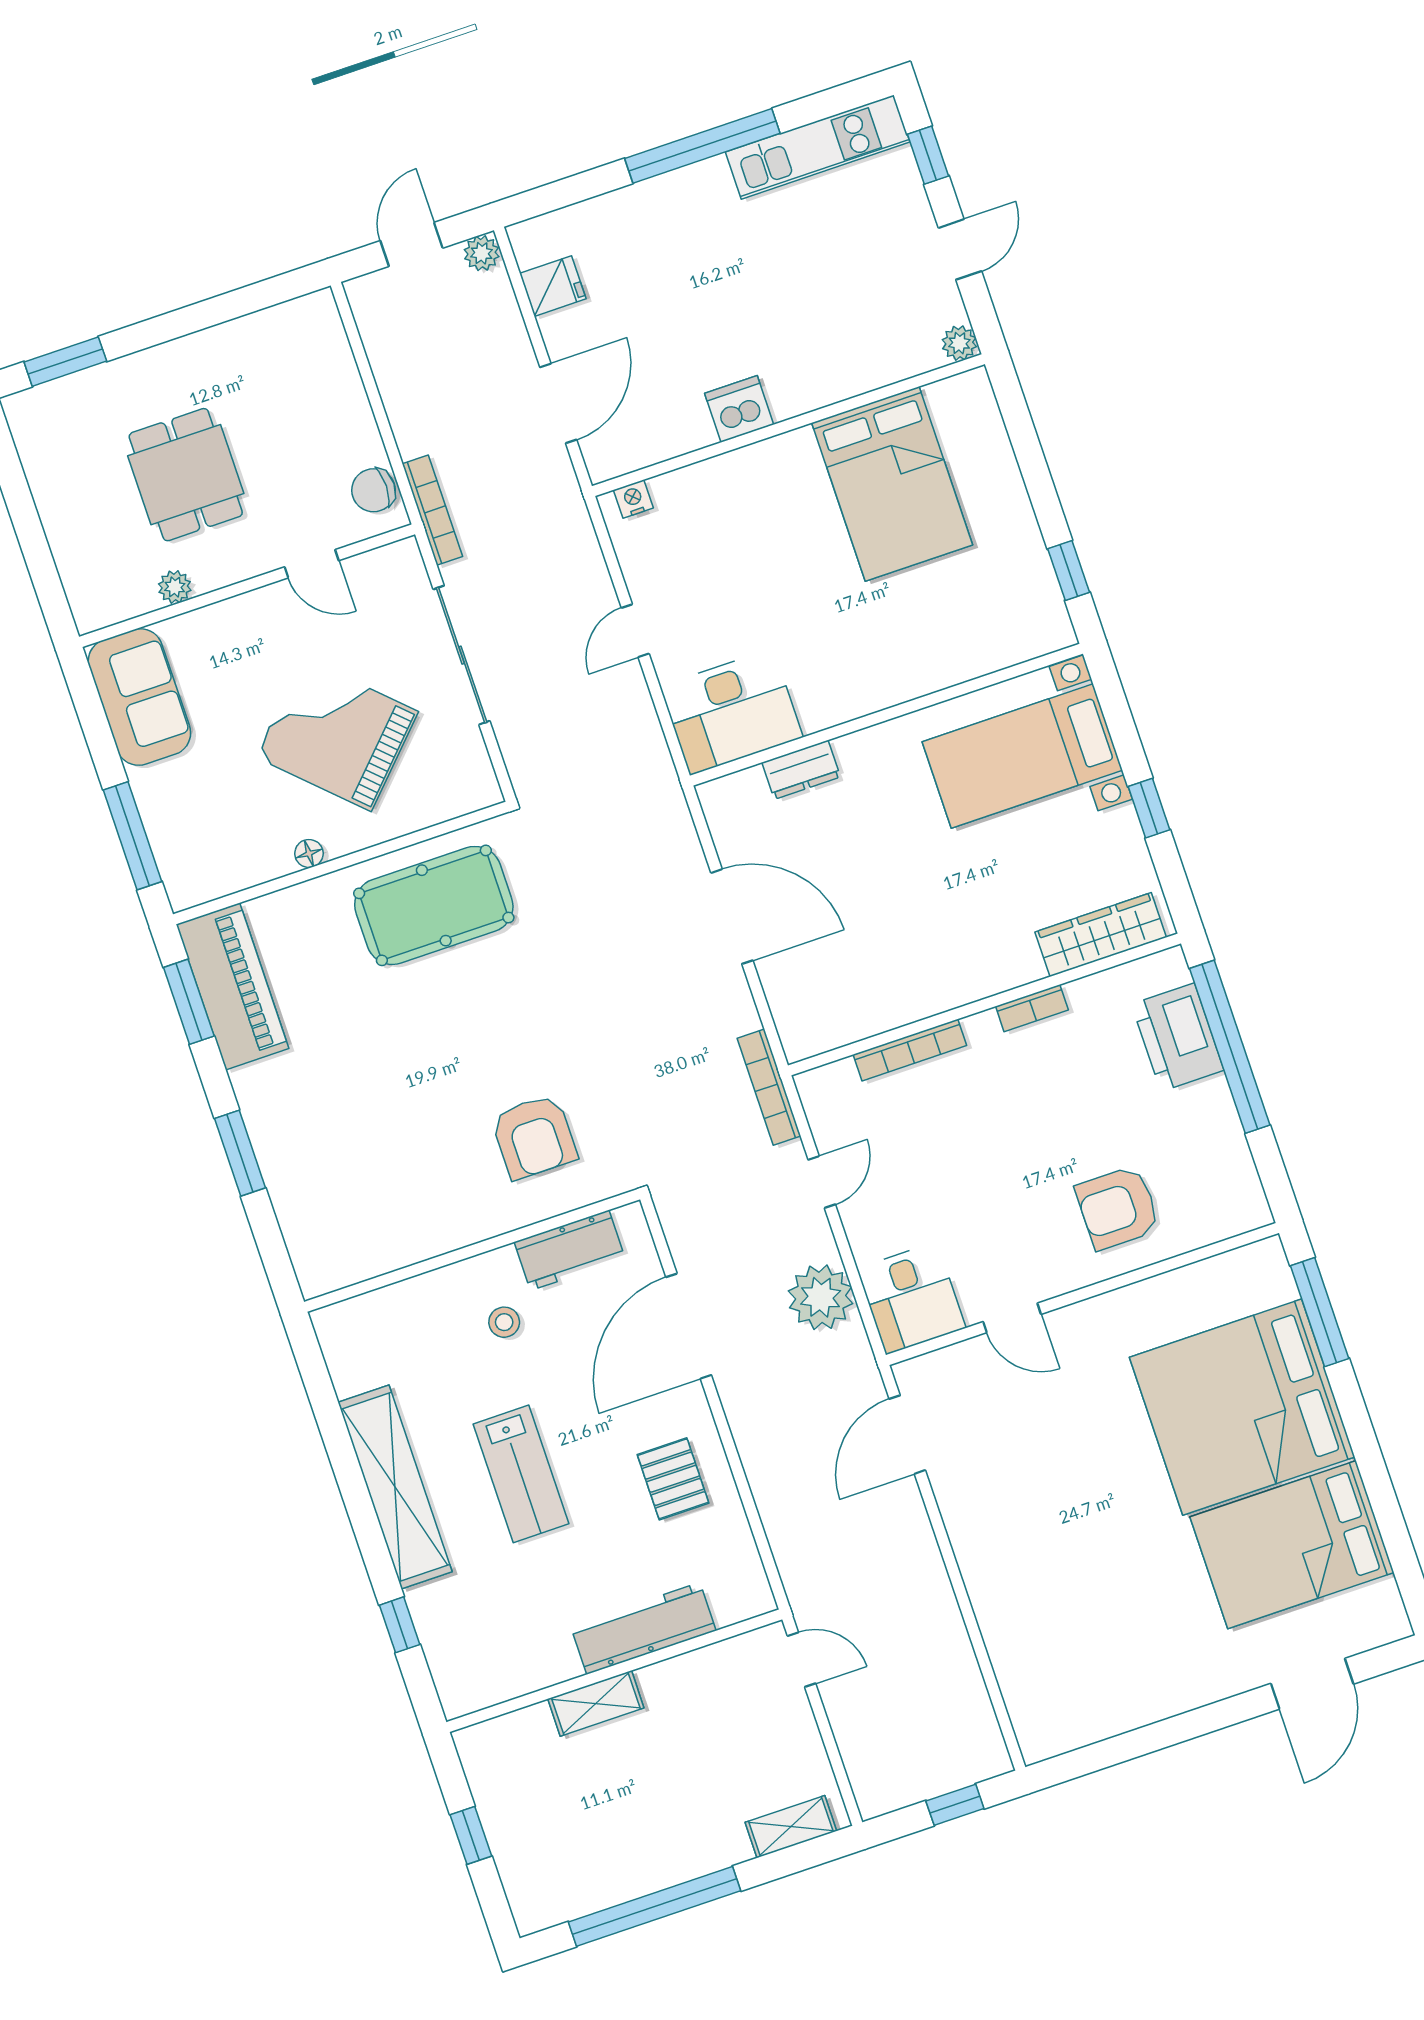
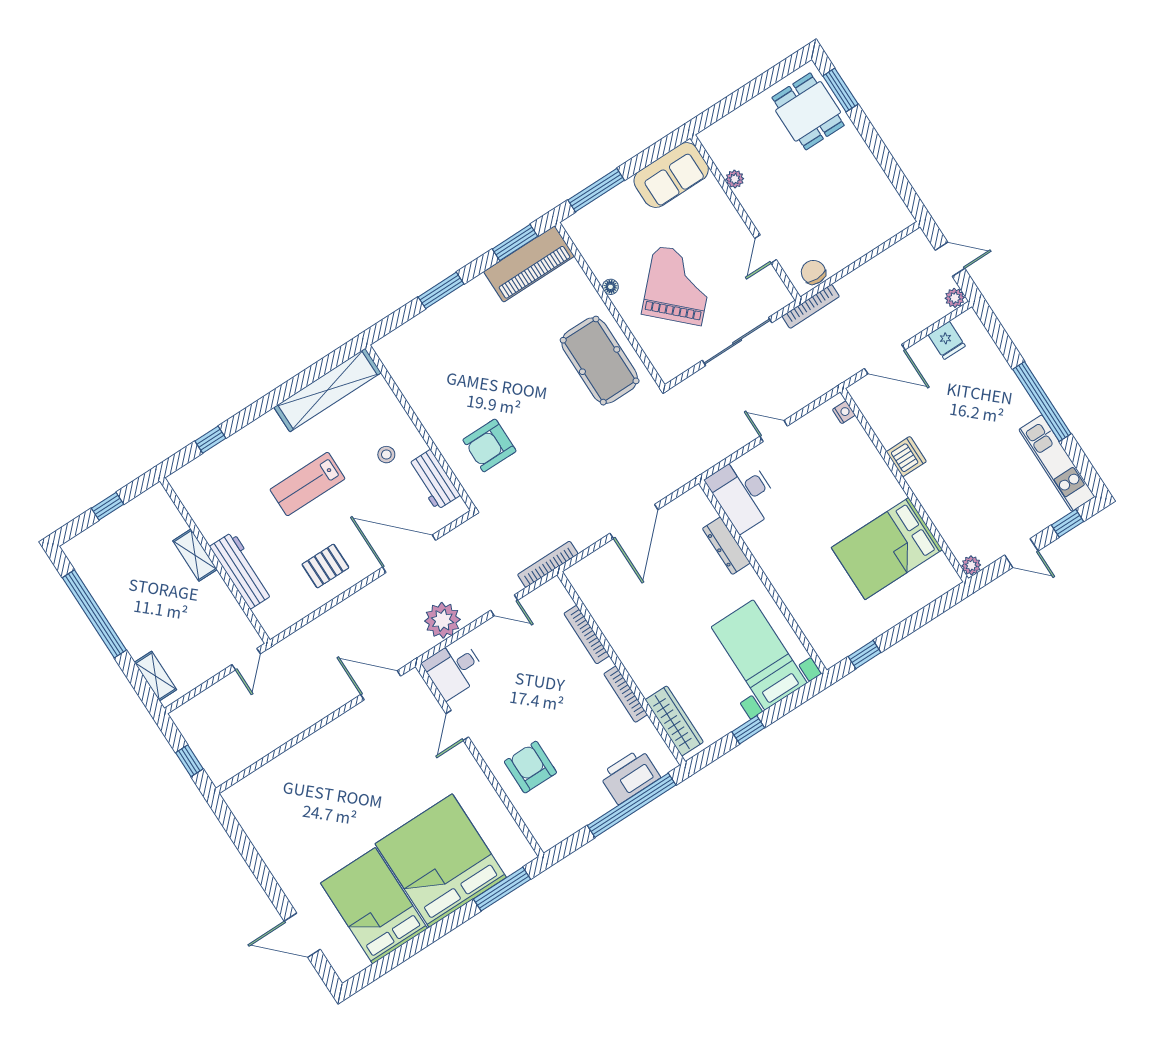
dining table: (186, 475) -> (808, 111), moved, turned 90
dresser: (801, 770) -> (726, 546), width x1.44
bookcase: (1032, 1008) -> (626, 694), width x1.56
shelving: (395, 1487) -> (328, 390), moved

